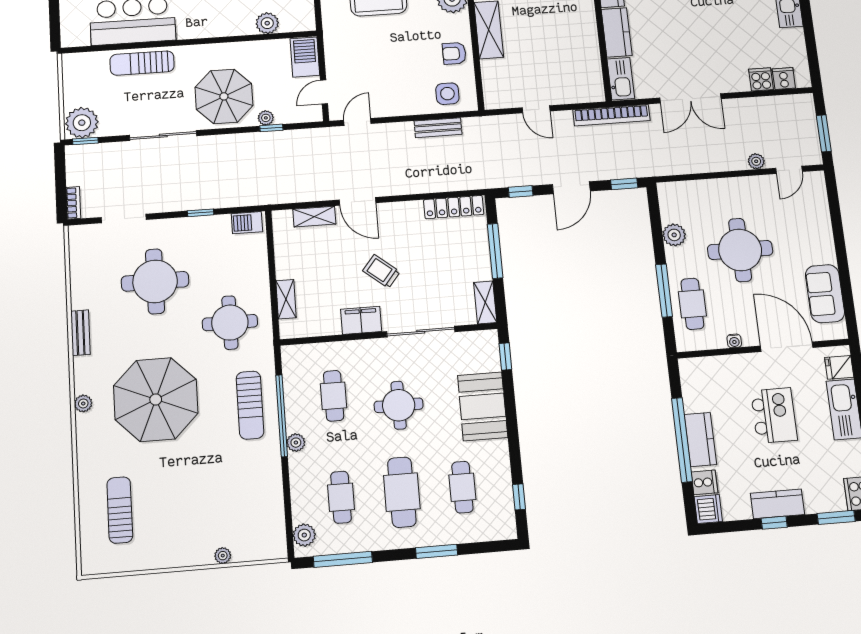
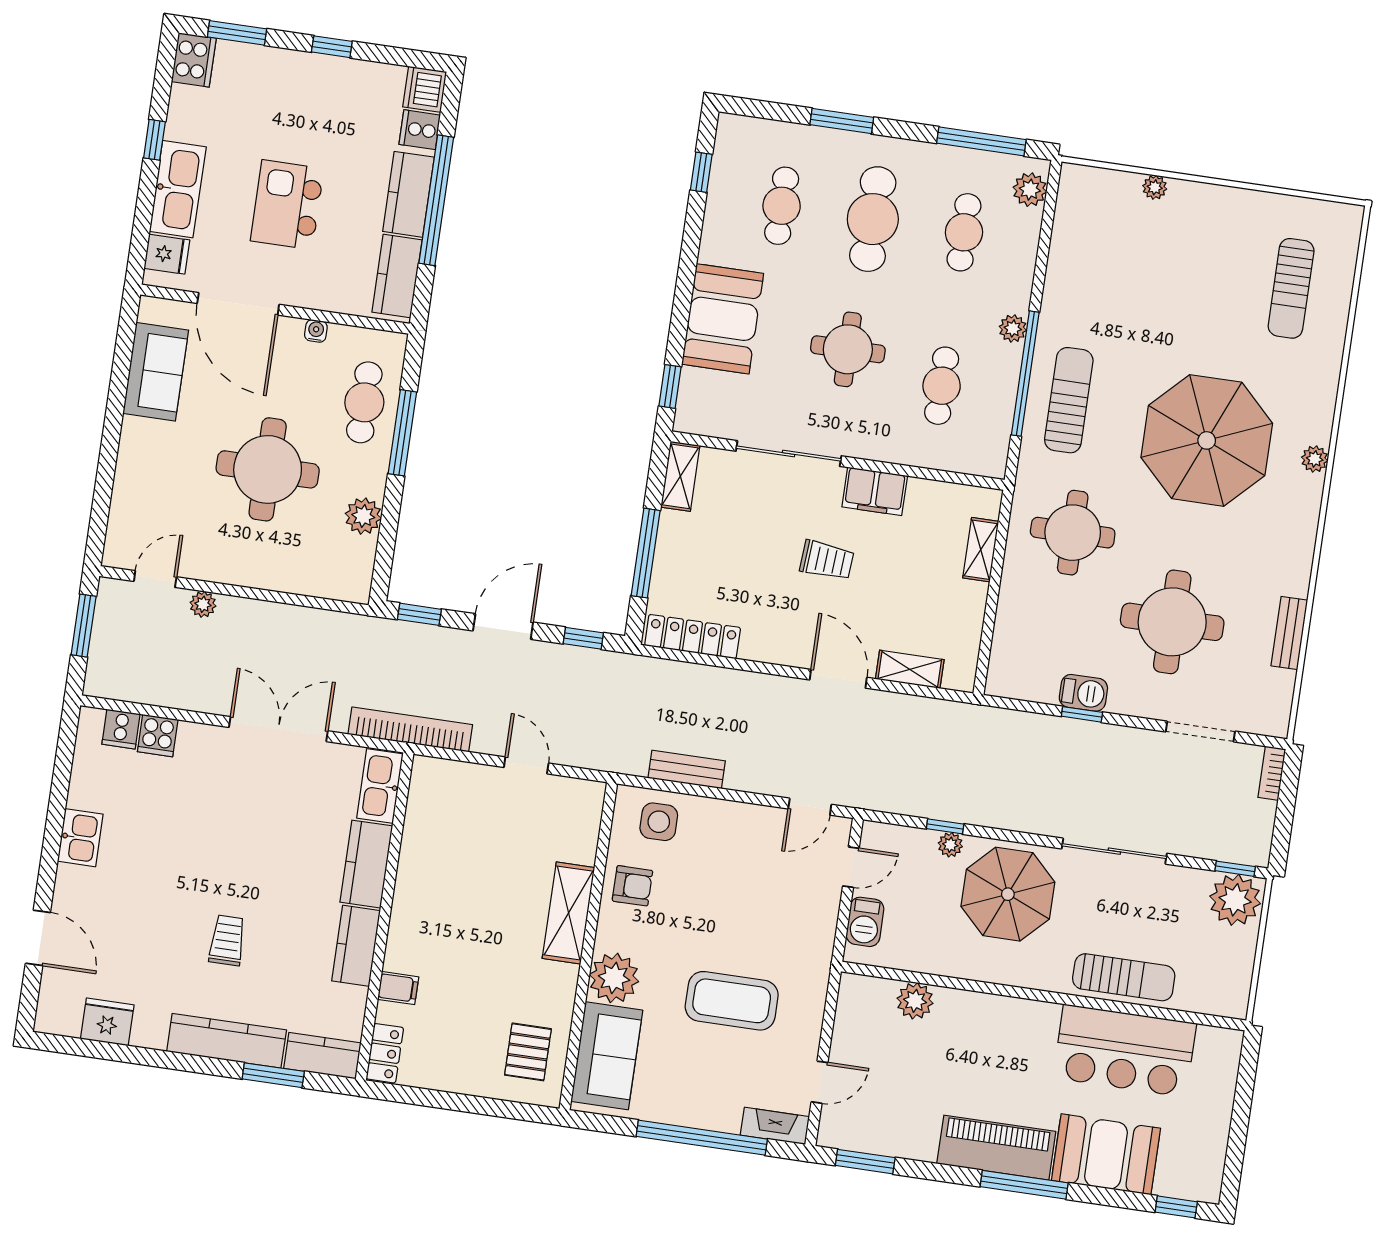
barbecue: (305, 57) -> (865, 922), width x0.73, depth x0.79
barbecue: (247, 223) -> (1083, 693), moved
trolley: (381, 271) -> (827, 560), turned -35
bench: (80, 333) -> (1289, 633), moved
kitchen counter: (777, 504) -> (397, 276), moved, turned 90

